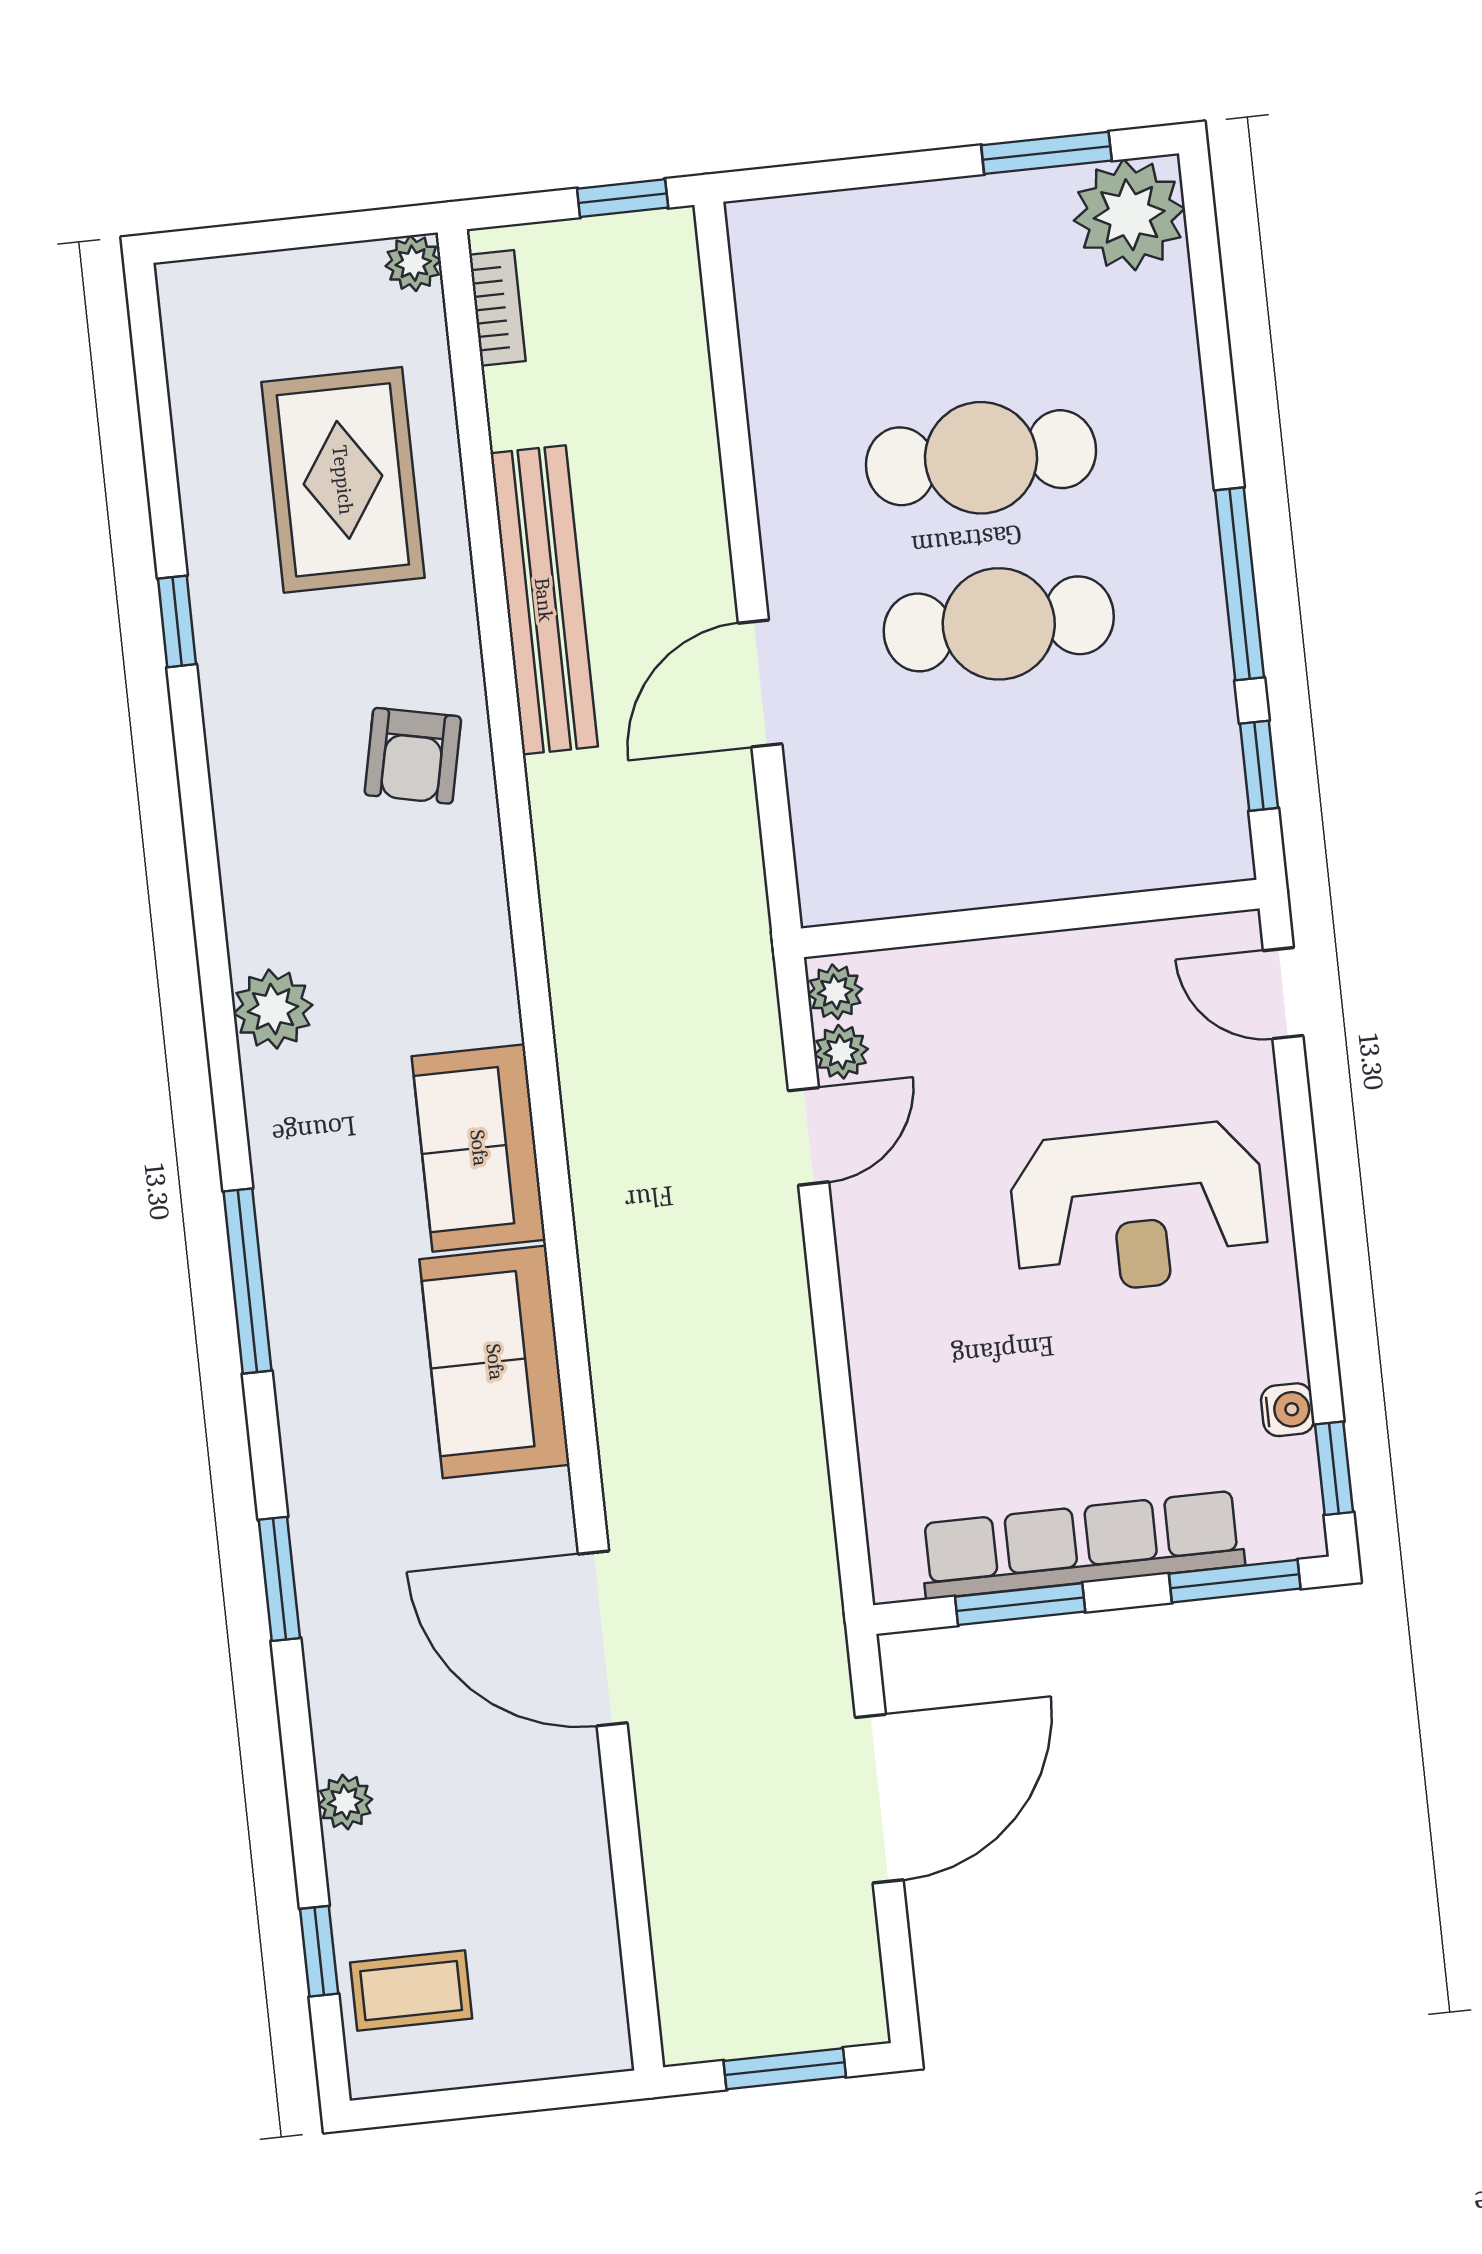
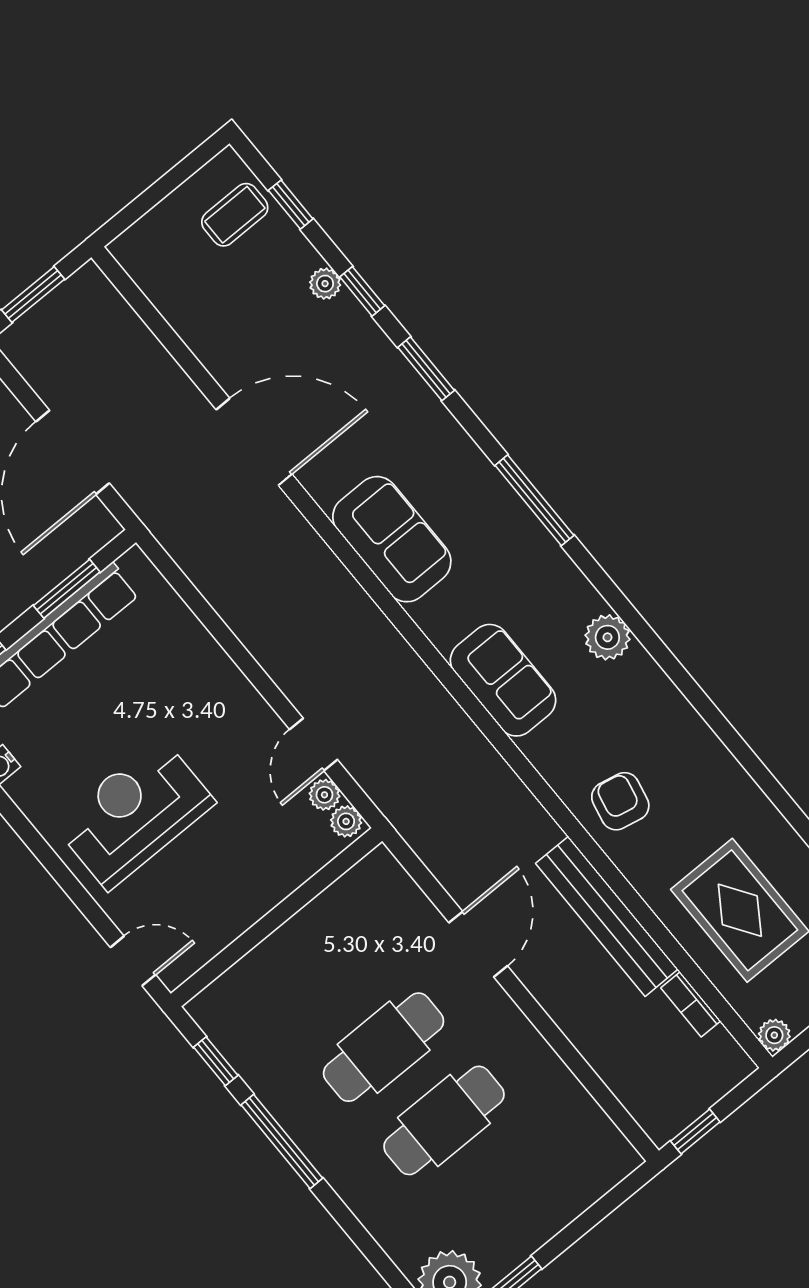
bookcase: (498, 308) -> (691, 1004), moved
window: (177, 621) -> (362, 291), moved
sofa: (479, 1148) -> (503, 680), moved

